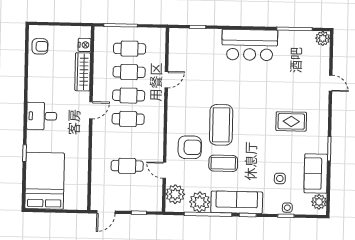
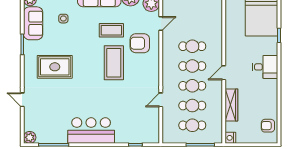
nightstand: (84, 45) -> (230, 138), moved
rug: (291, 121) -> (55, 67), width x1.36, depth x1.43
cafe table: (127, 166) -> (192, 46), moved
door: (164, 170) -> (161, 23), hinge flipped

